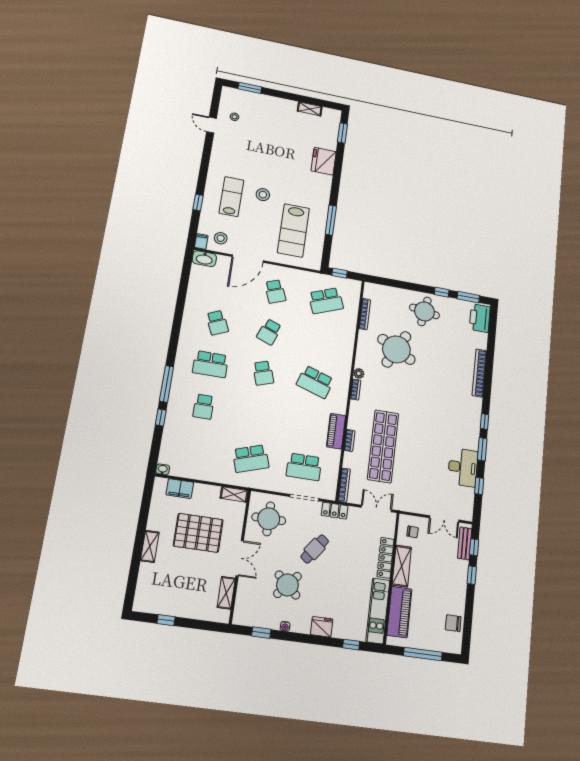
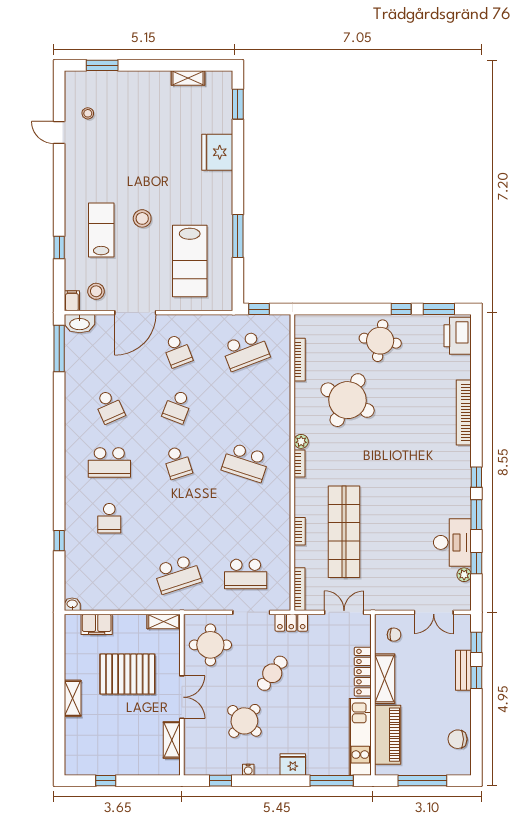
window: (167, 384) -> (59, 348), moved
piano: (336, 431) -> (281, 522), removed
plant: (469, 493) -> (464, 575), added
bench: (465, 543) -> (463, 670), moved
window: (351, 645) -> (332, 781), width x2.17

